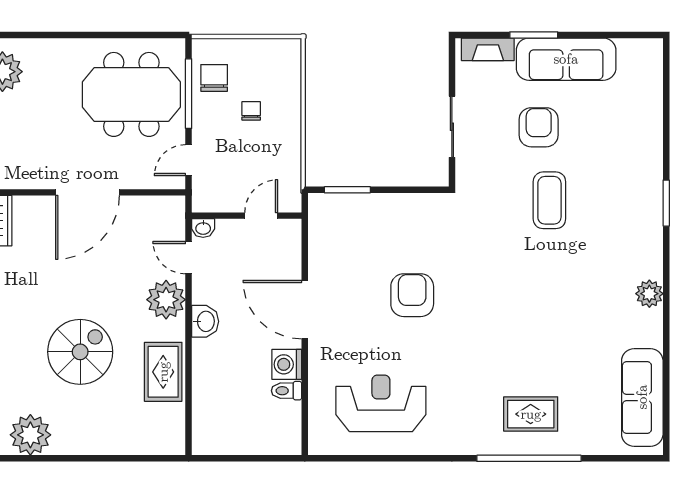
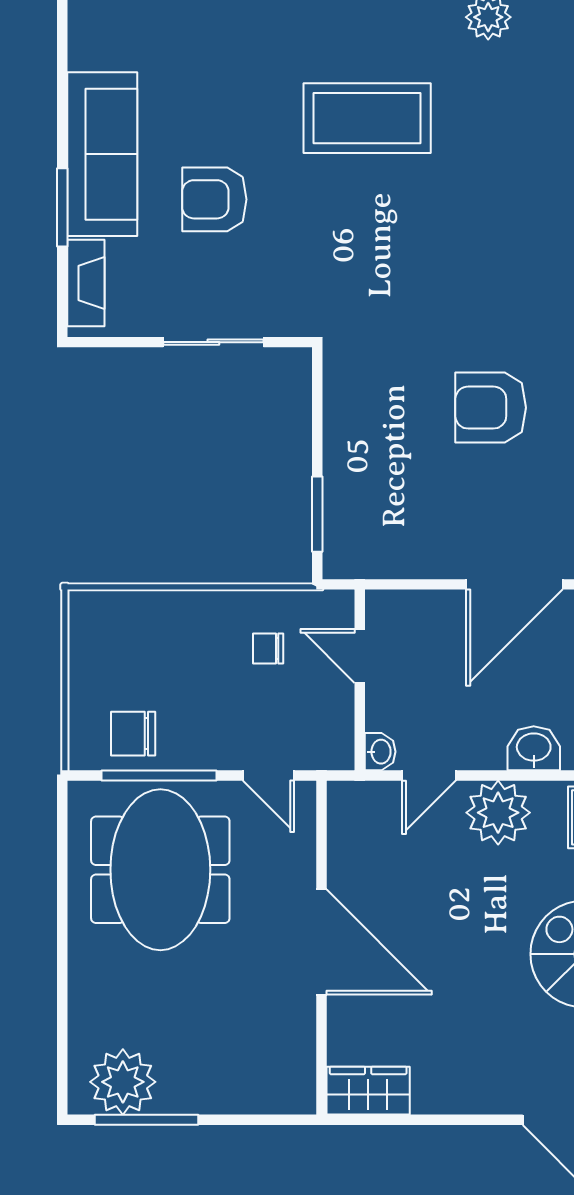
chair: (251, 111) -> (268, 648), moved
coffee table: (549, 200) -> (367, 118), moved, width x1.36, depth x1.32

